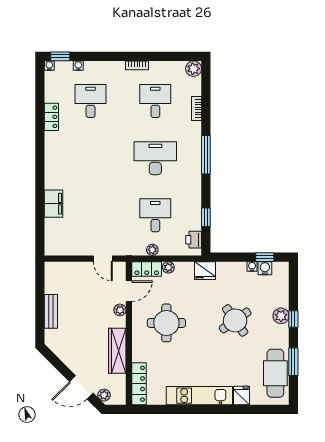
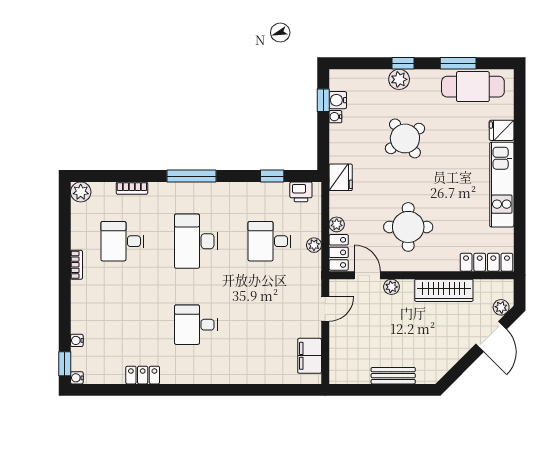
desk: (91, 101) -> (196, 325), moved
filing cabinet: (54, 204) -> (310, 356), moved, turned -90

